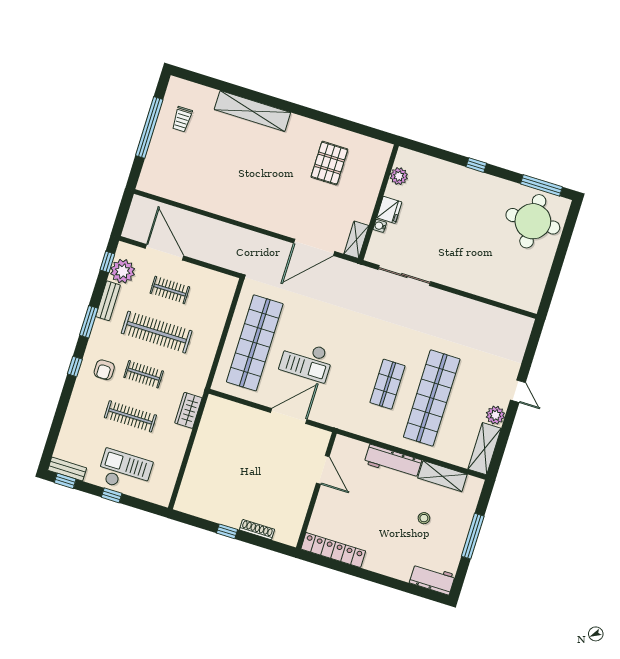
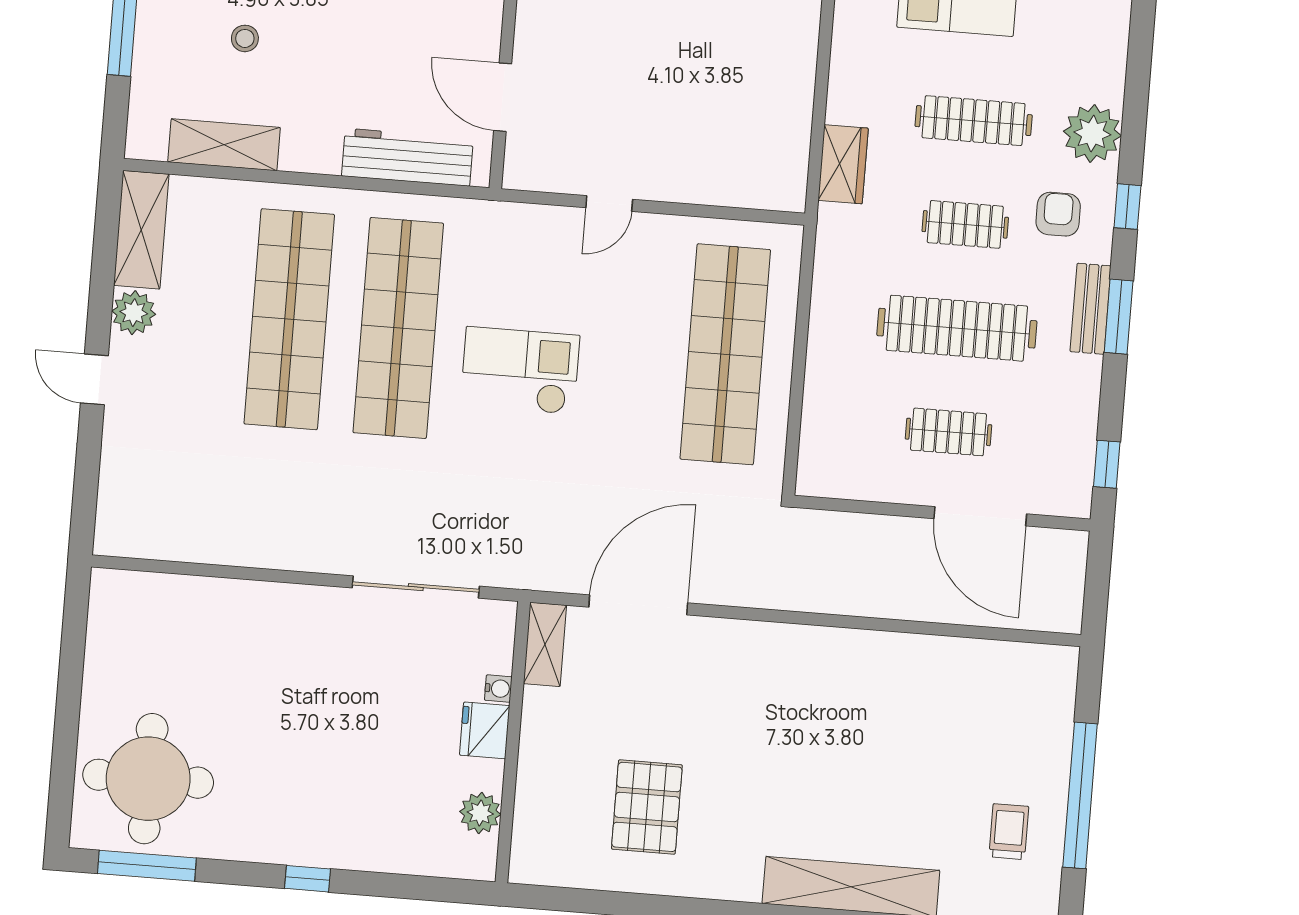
plant: (123, 271) -> (1092, 133), moved
bench: (108, 301) -> (1091, 309), moved
checkout: (306, 360) -> (520, 371), moved
shop shelf: (387, 384) -> (398, 328), width x2.00, depth x1.36
door: (289, 416) -> (609, 203), width x0.53
workbench: (393, 462) -> (407, 157), moved

